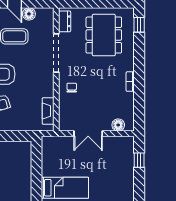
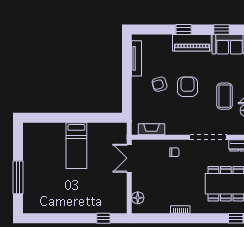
double door: (88, 134) -> (129, 158), moved

